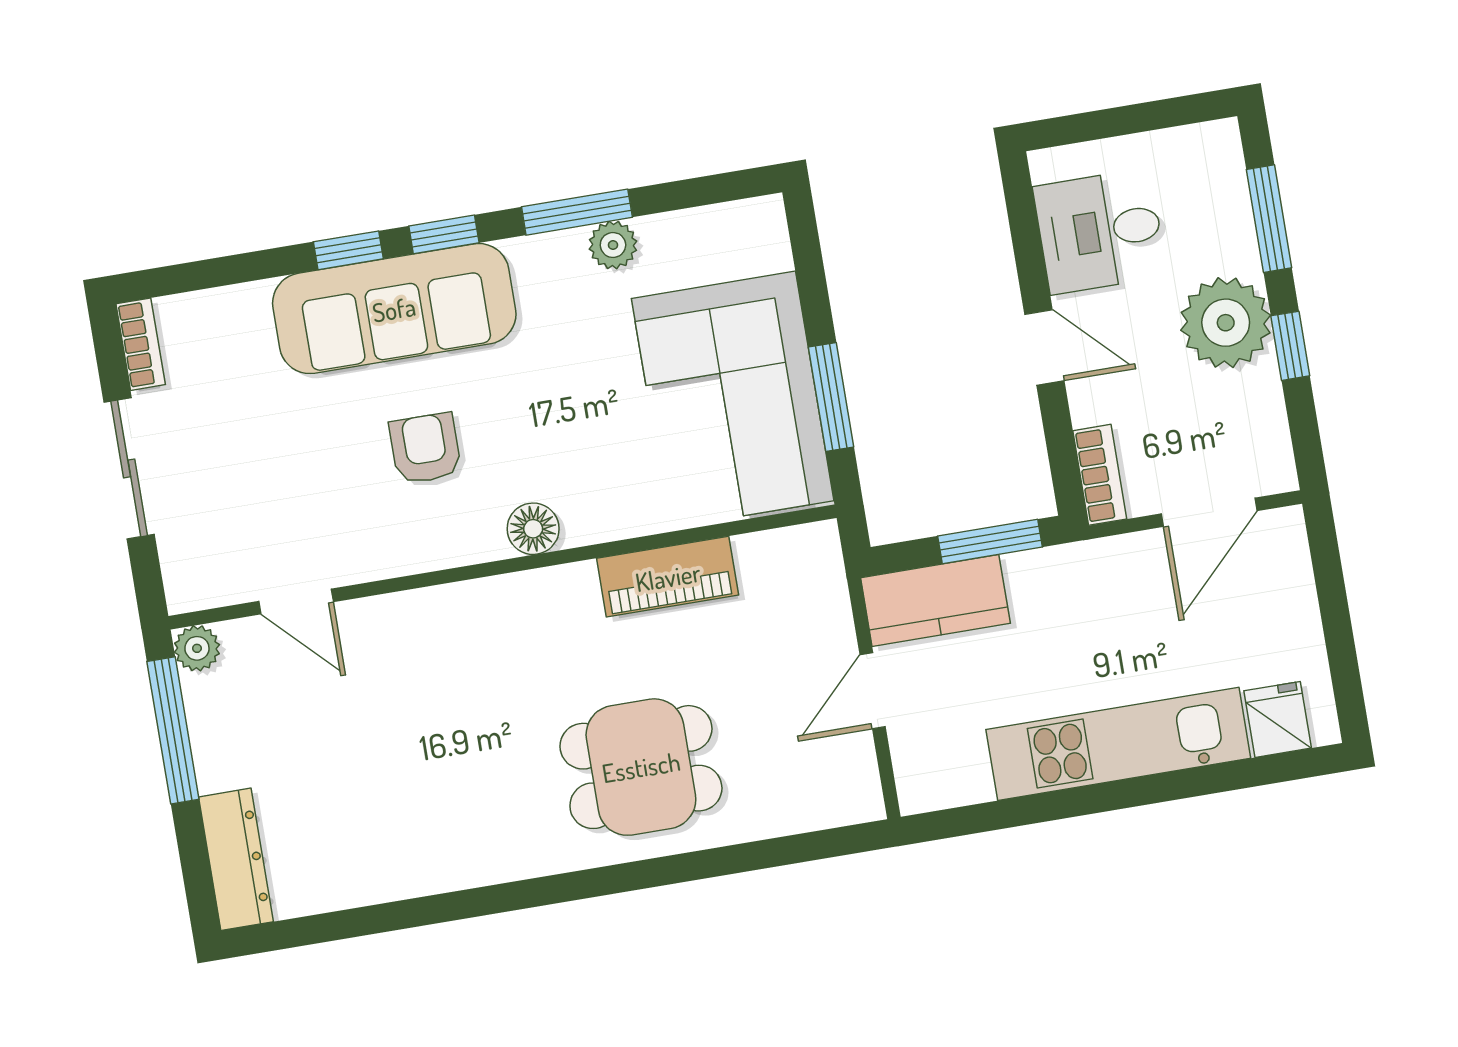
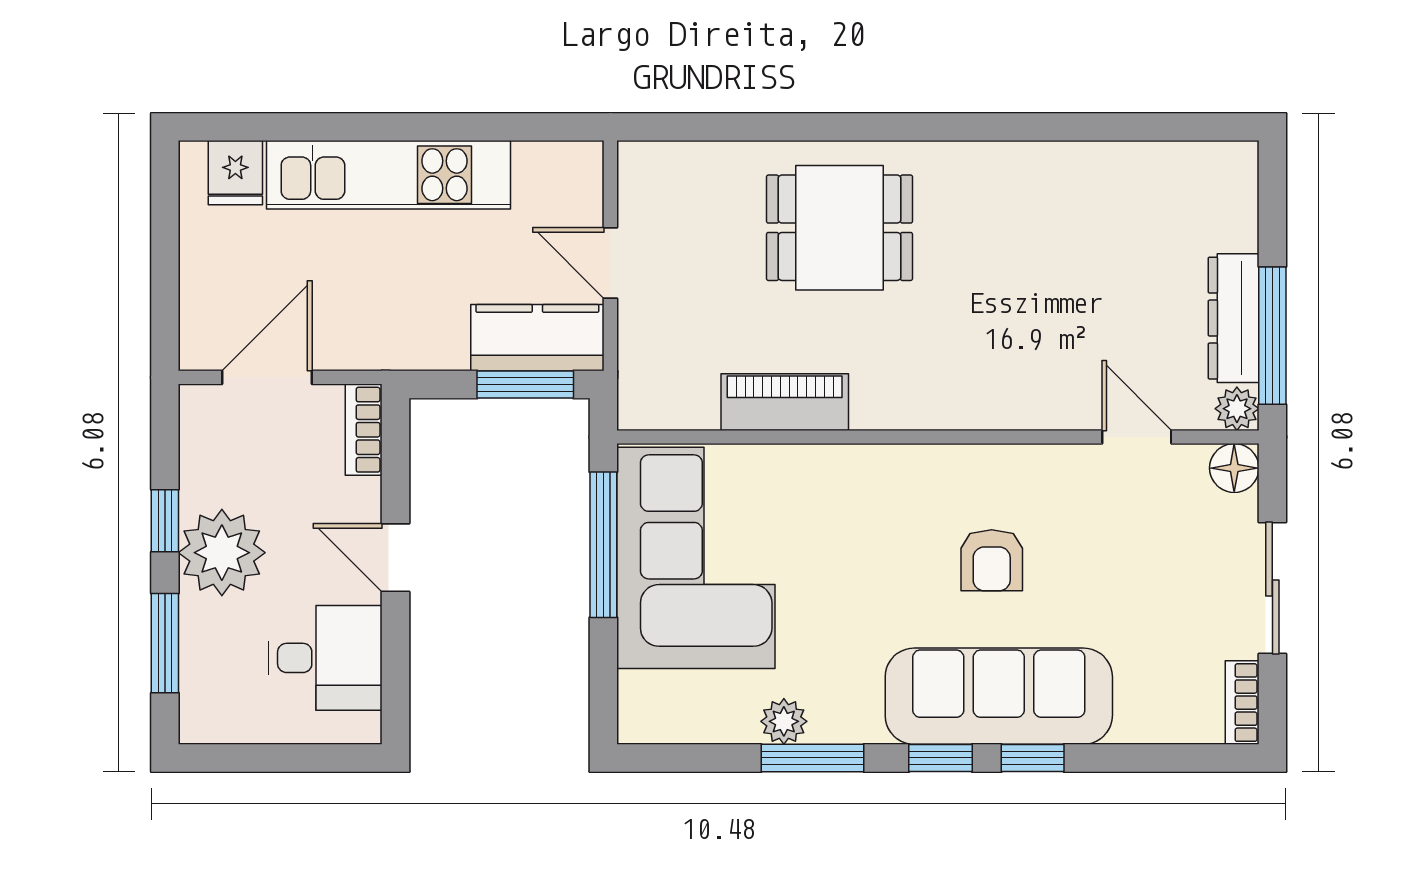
window: (831, 397) -> (603, 545), width x1.44
floor lamp: (533, 529) -> (1234, 468), moved
window: (990, 541) -> (525, 384), moved
door: (873, 691) -> (610, 263), swing flipped
dresser: (236, 859) -> (1234, 318), moved

